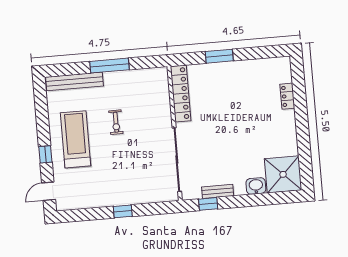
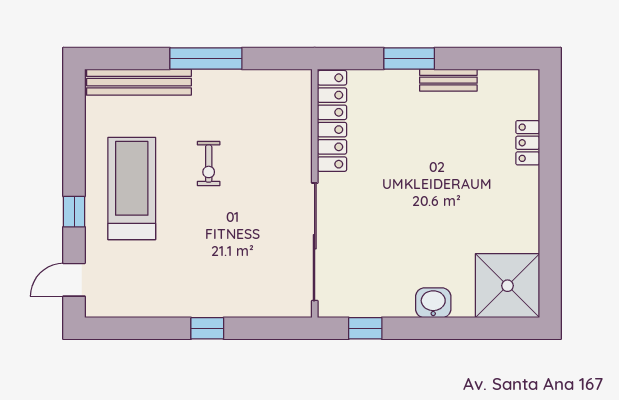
washbasin: (256, 186) -> (433, 303), moved
bench: (218, 191) -> (448, 80), moved

